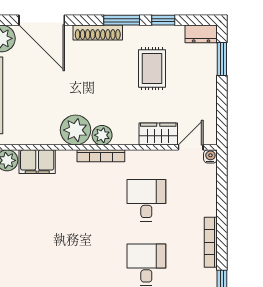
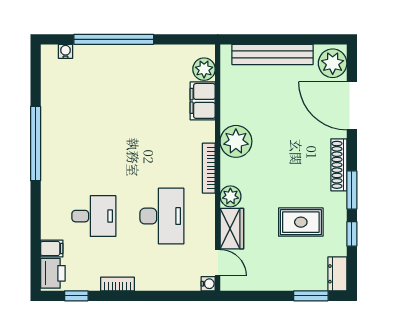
door: (42, 20) -> (352, 106), hinge flipped
plant: (102, 135) -> (230, 196), moved
desk: (146, 200) -> (162, 216), width x1.37
bookcase: (211, 242) -> (117, 284), width x0.64

